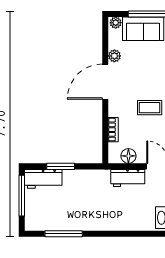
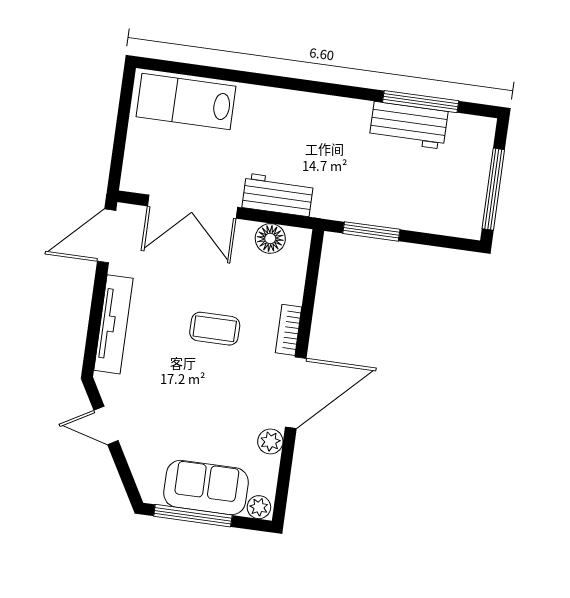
bookcase: (113, 130) -> (289, 330), moved
window: (61, 166) -> (371, 231), moved
workbench: (43, 179) -> (409, 125), moved, turned 180

